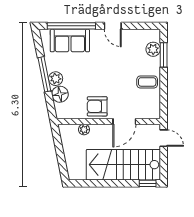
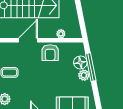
window: (44, 74) -> (91, 67), moved
armchair: (97, 106) -> (50, 53), turned 90

